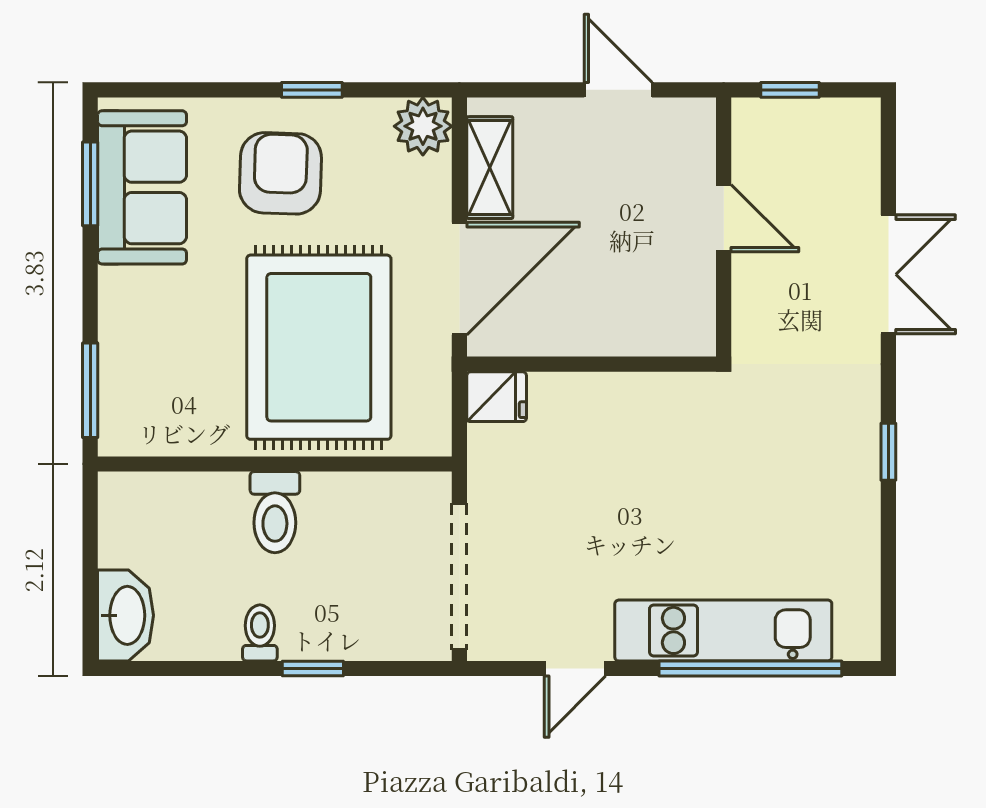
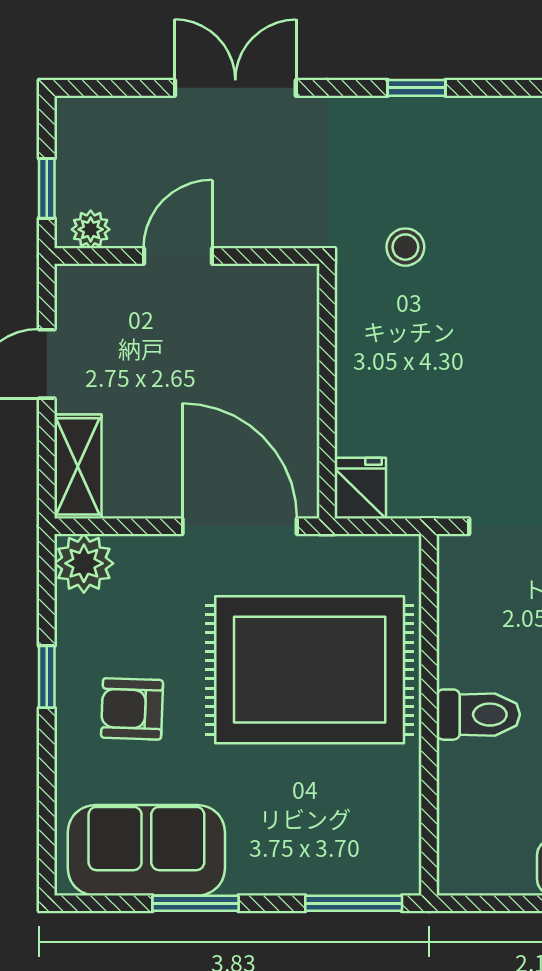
plant: (750, 133) -> (91, 229), added
shelving: (490, 168) -> (78, 466), moved, turned 90
armchair: (280, 173) -> (132, 709), width x0.72, depth x0.72
window: (90, 184) -> (195, 903), moved
stool: (733, 441) -> (405, 247), added

